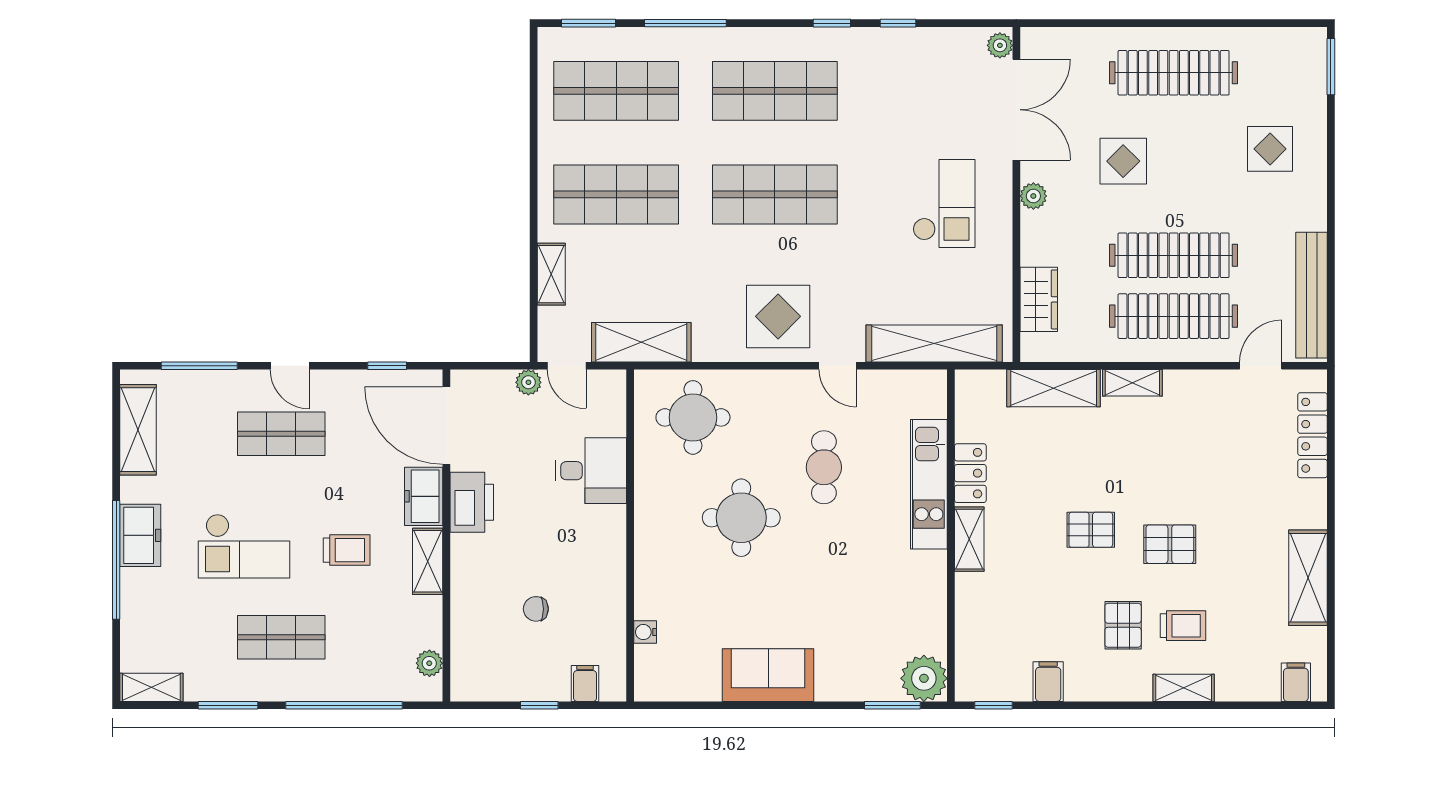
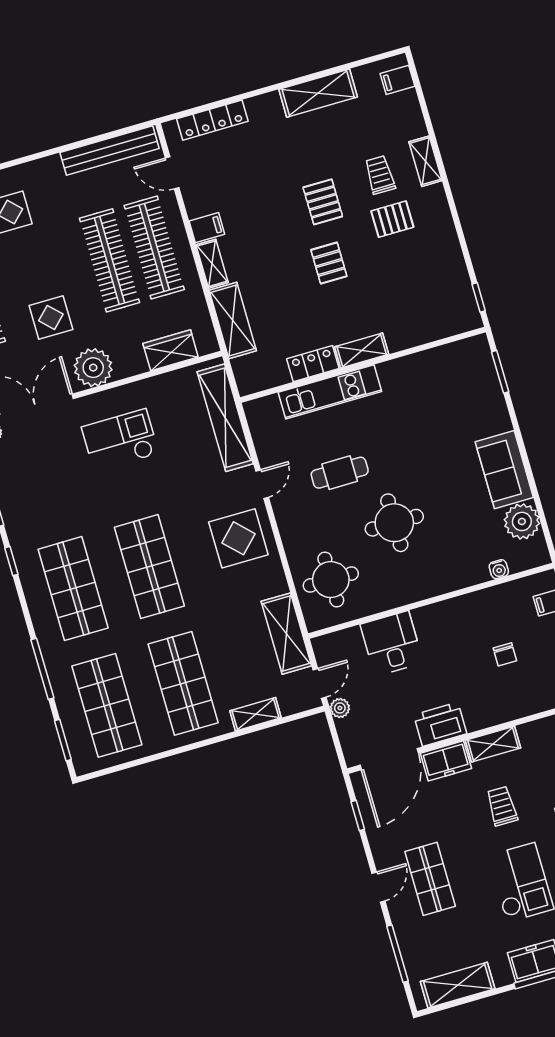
plant: (1033, 196) -> (93, 368), width x1.88, depth x1.88
plant: (924, 678) -> (522, 521), moved
filing cabinet: (1048, 682) -> (207, 228), moved, turned 180

